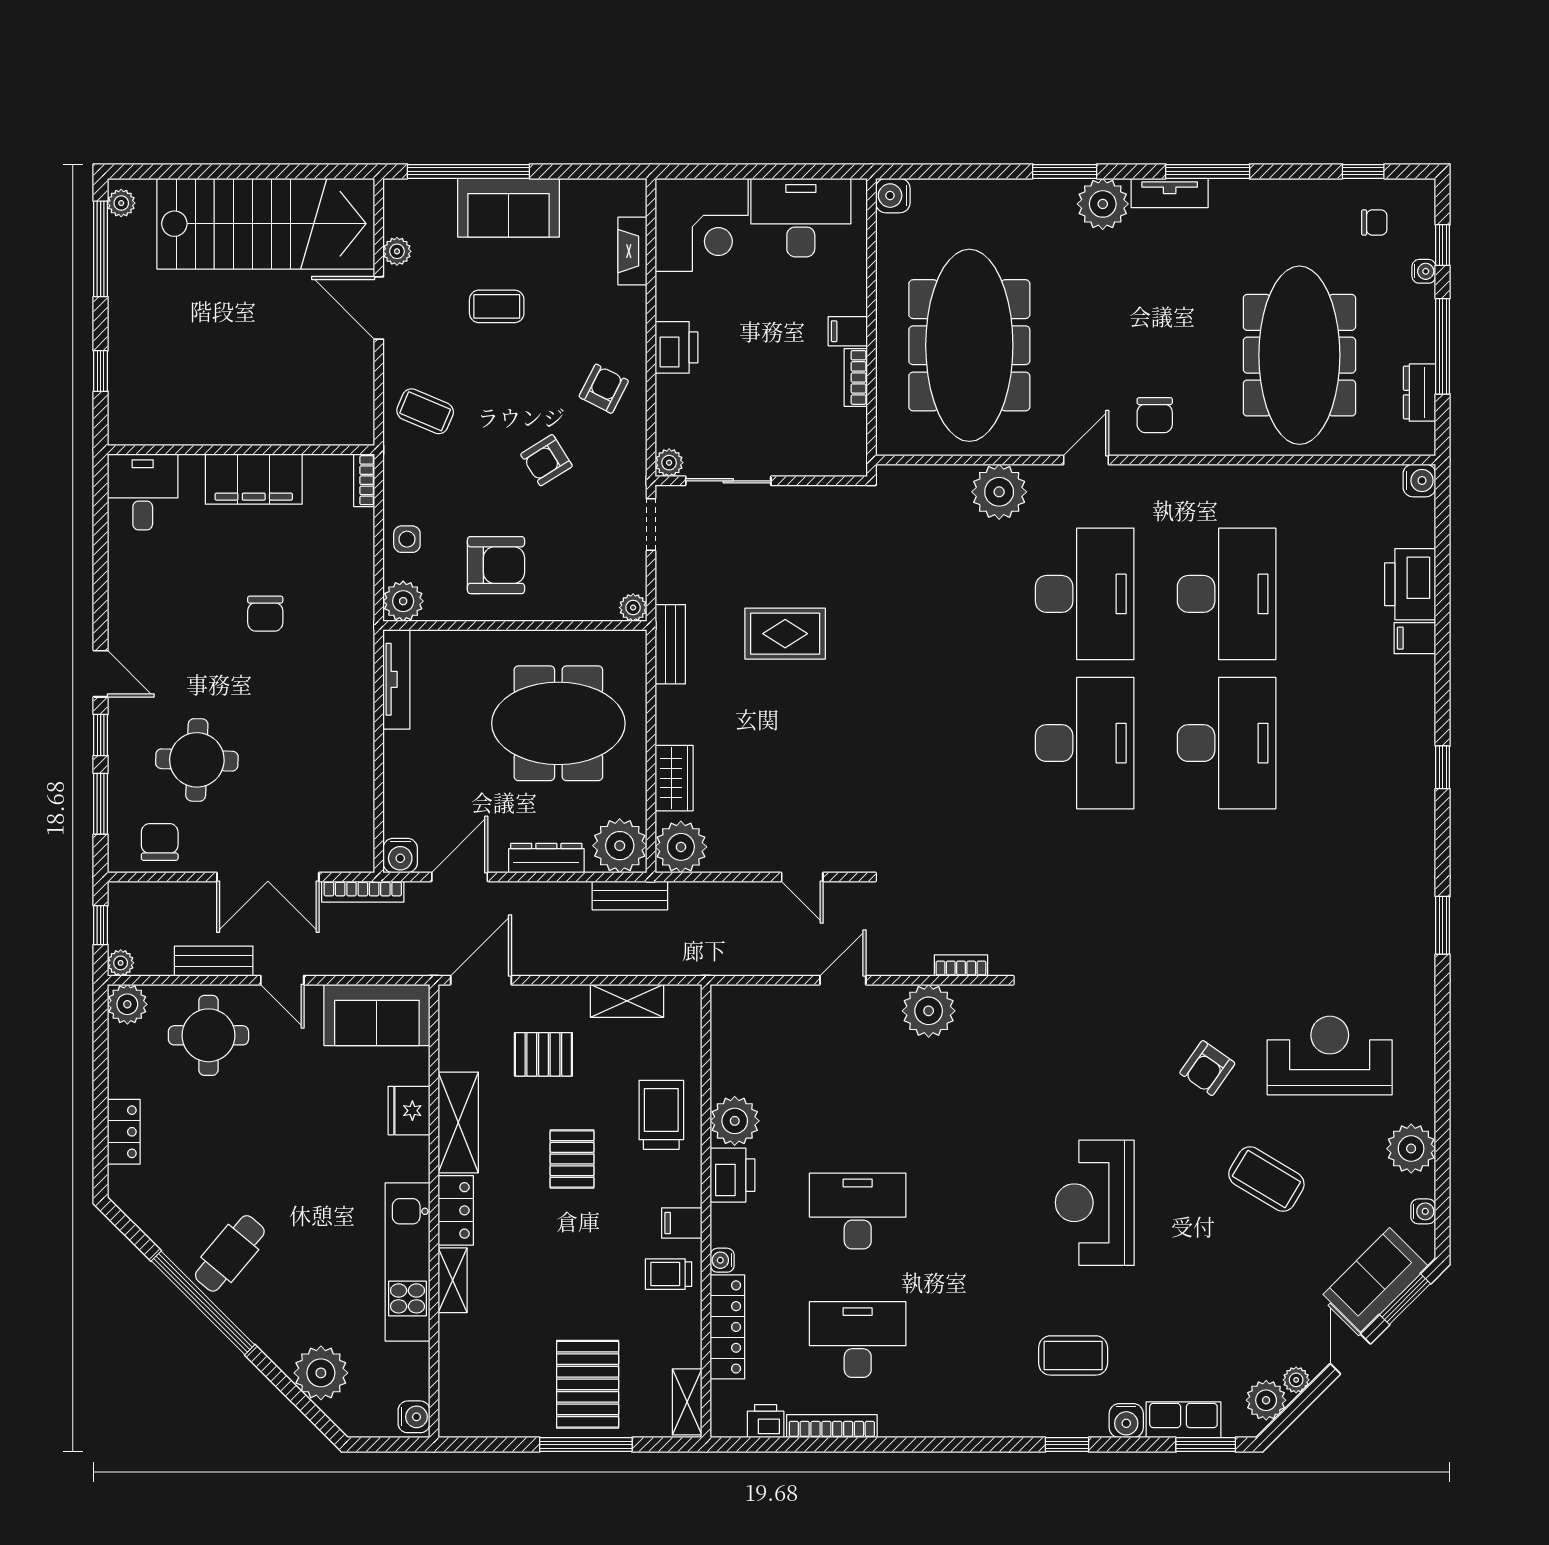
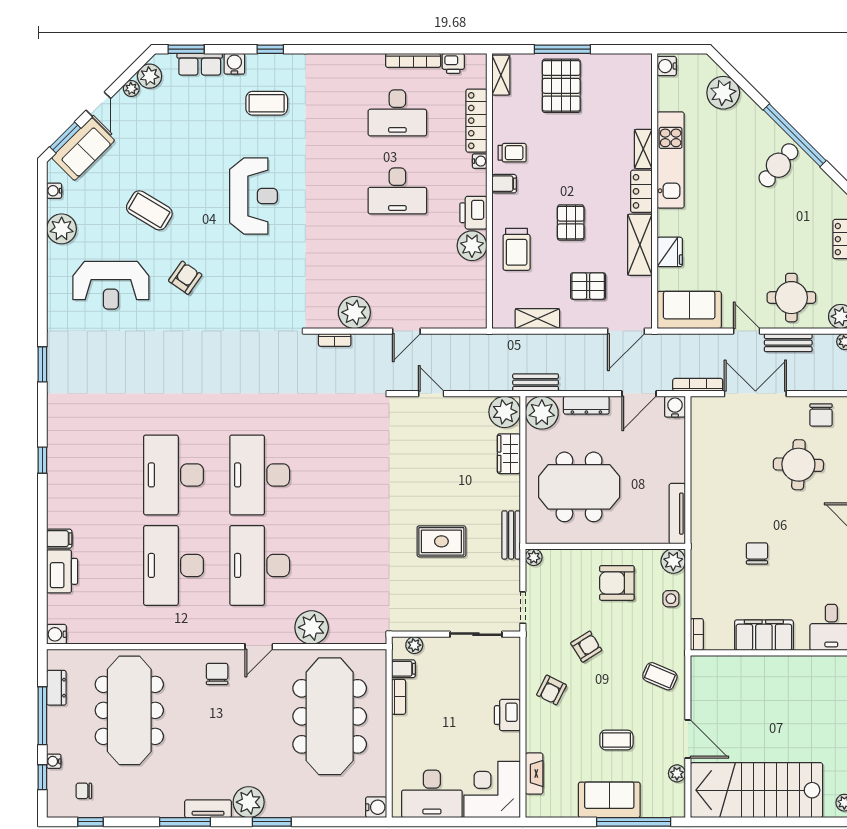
filing cabinet: (848, 331) -> (403, 669), moved
plant: (669, 463) -> (414, 645), moved

